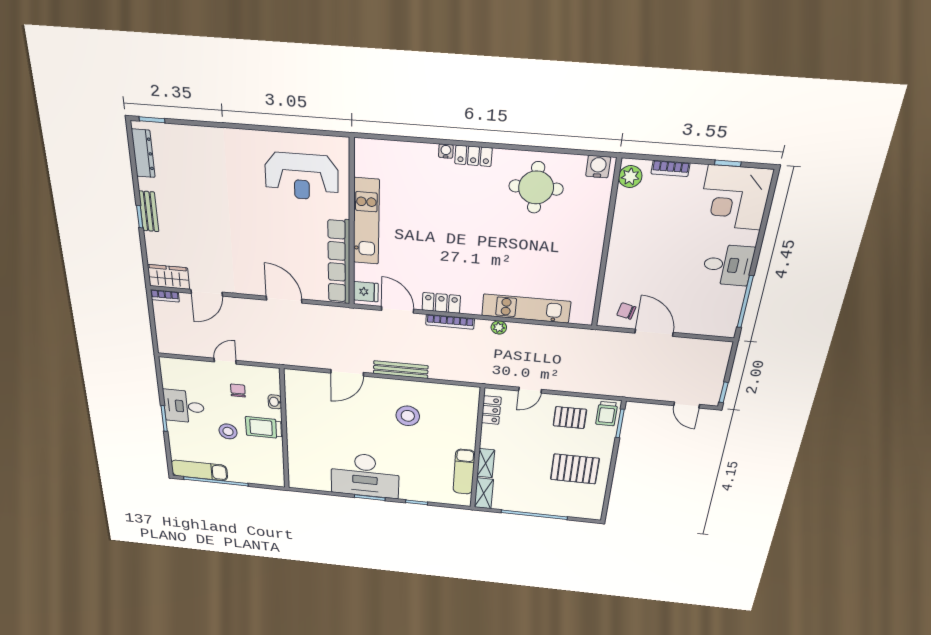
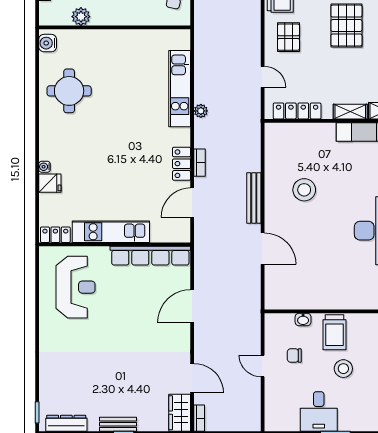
locker: (473, 156) -> (55, 235), moved, turned -90
plant: (630, 177) -> (81, 17), moved
fridge: (366, 292) -> (50, 183), moved, turned 90
bookcase: (450, 322) -> (199, 163), width x0.64
locker: (491, 410) -> (297, 111), width x1.53

